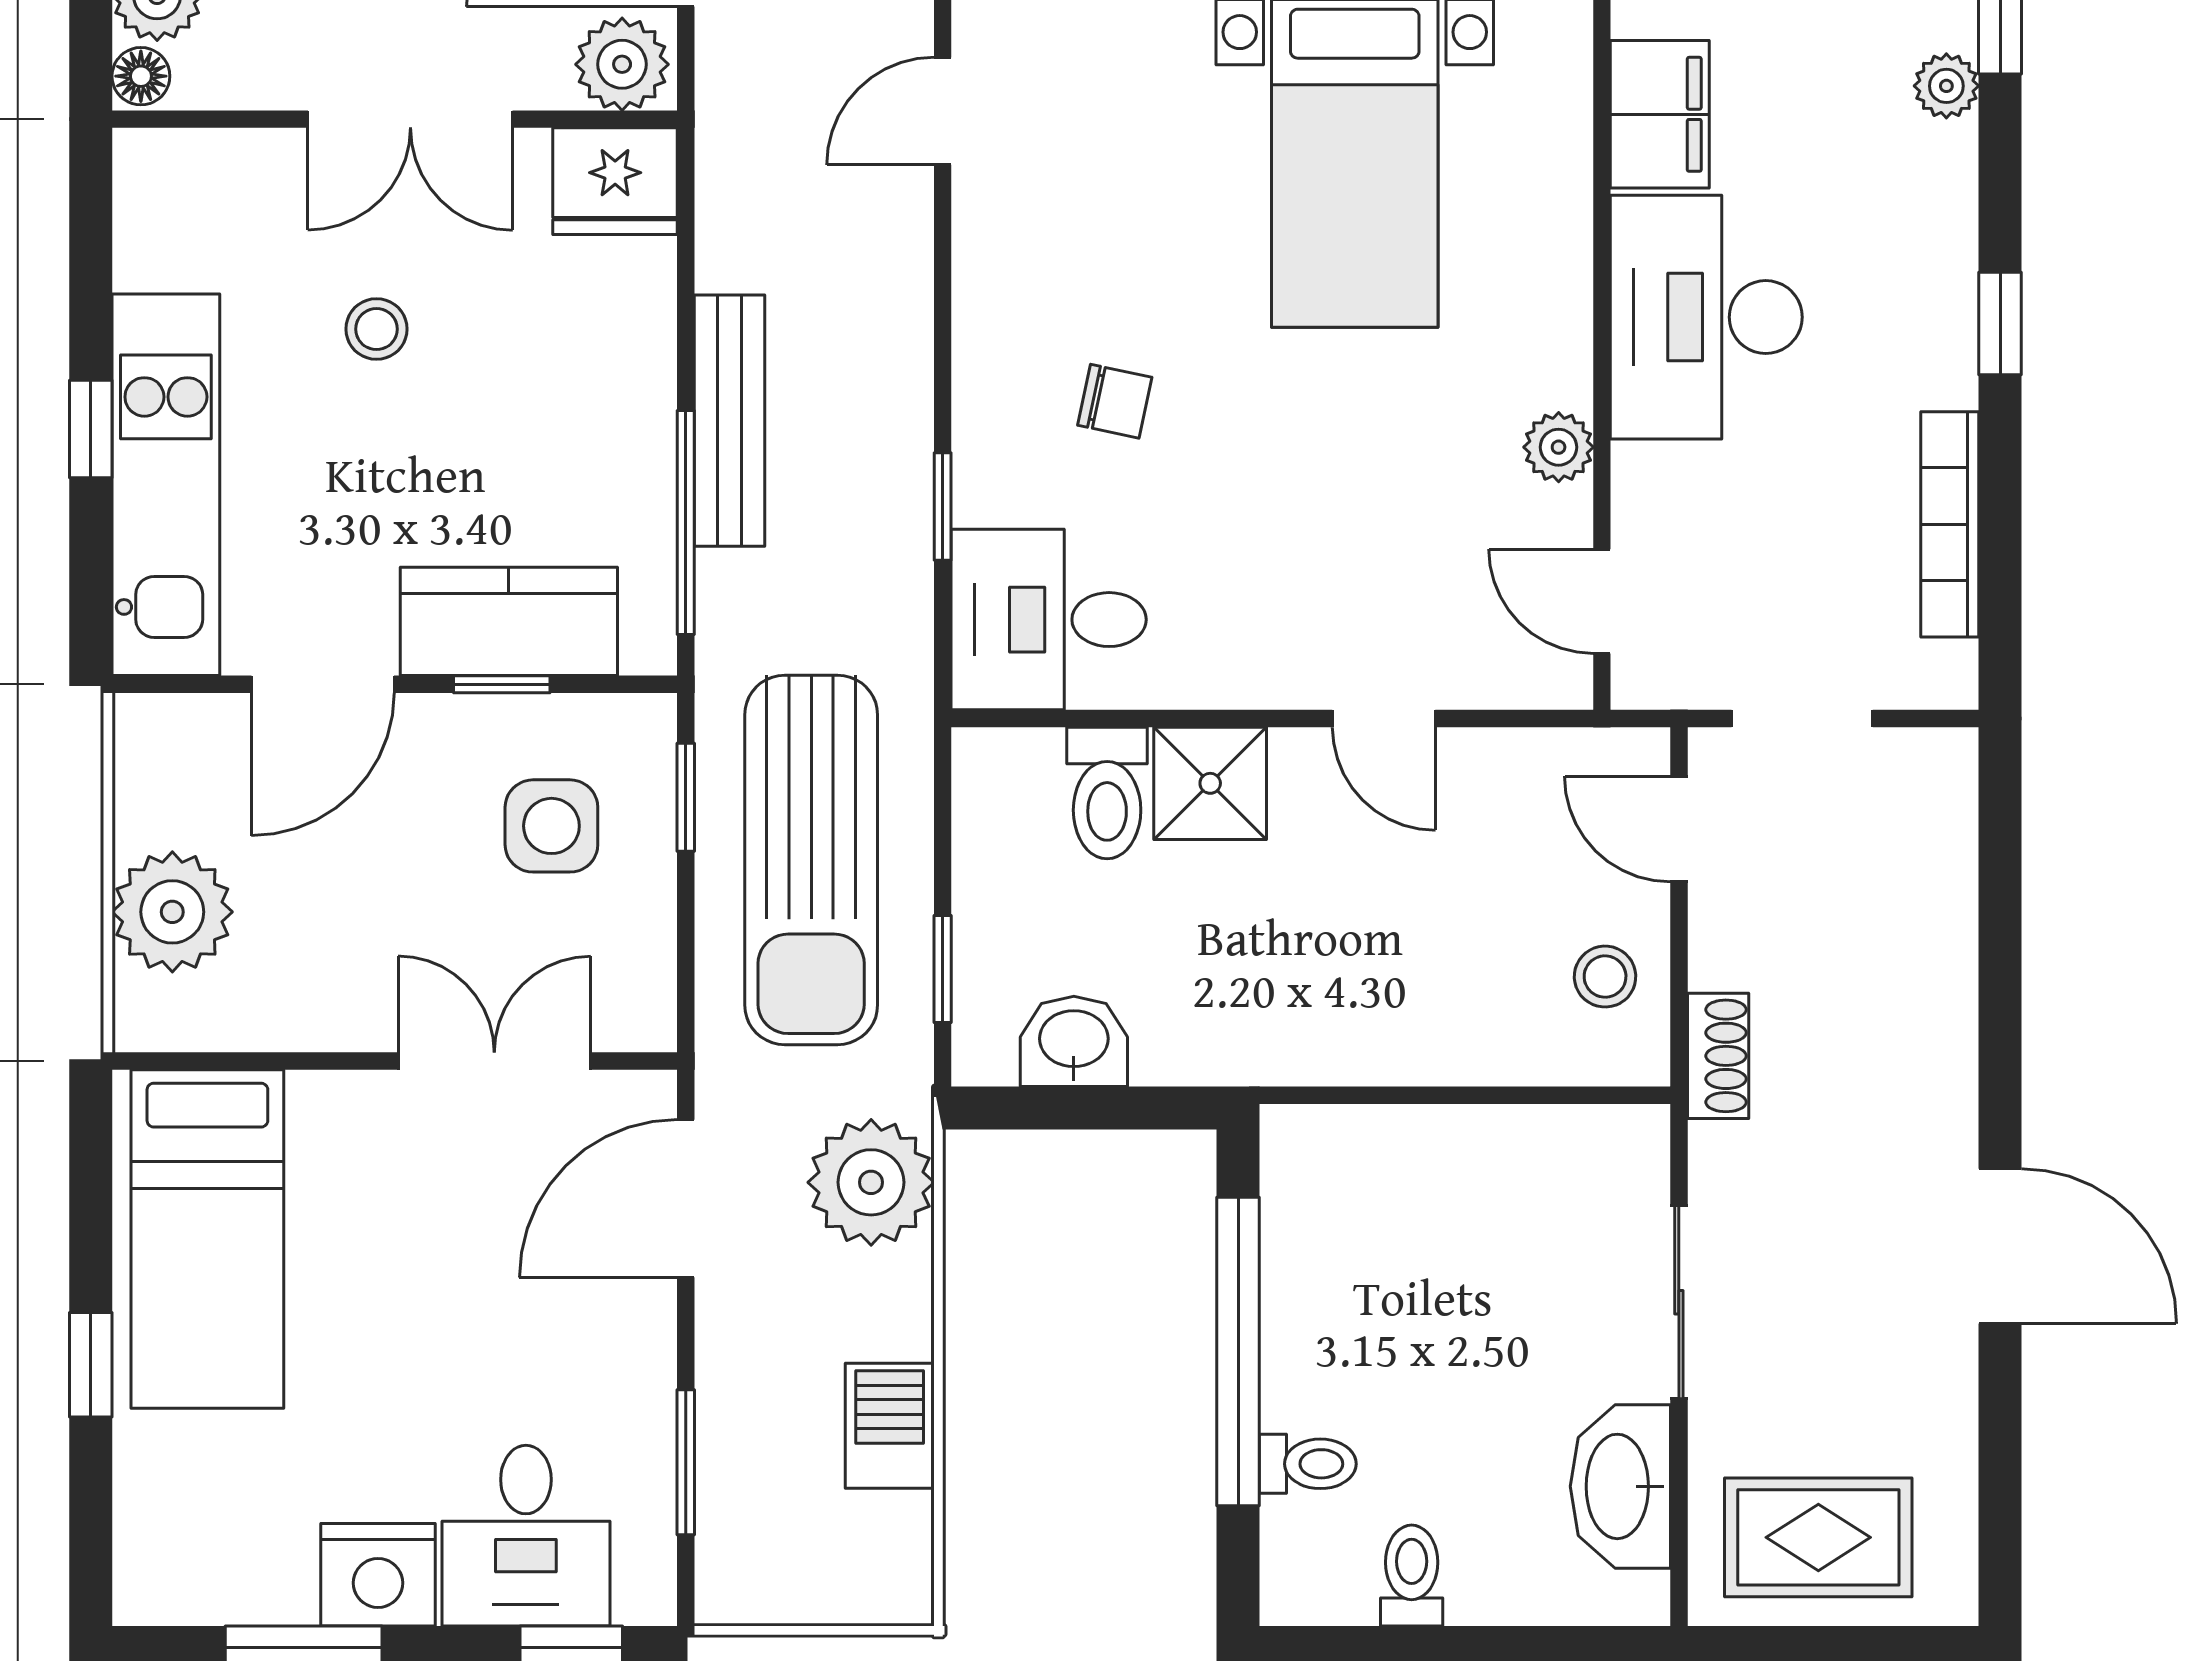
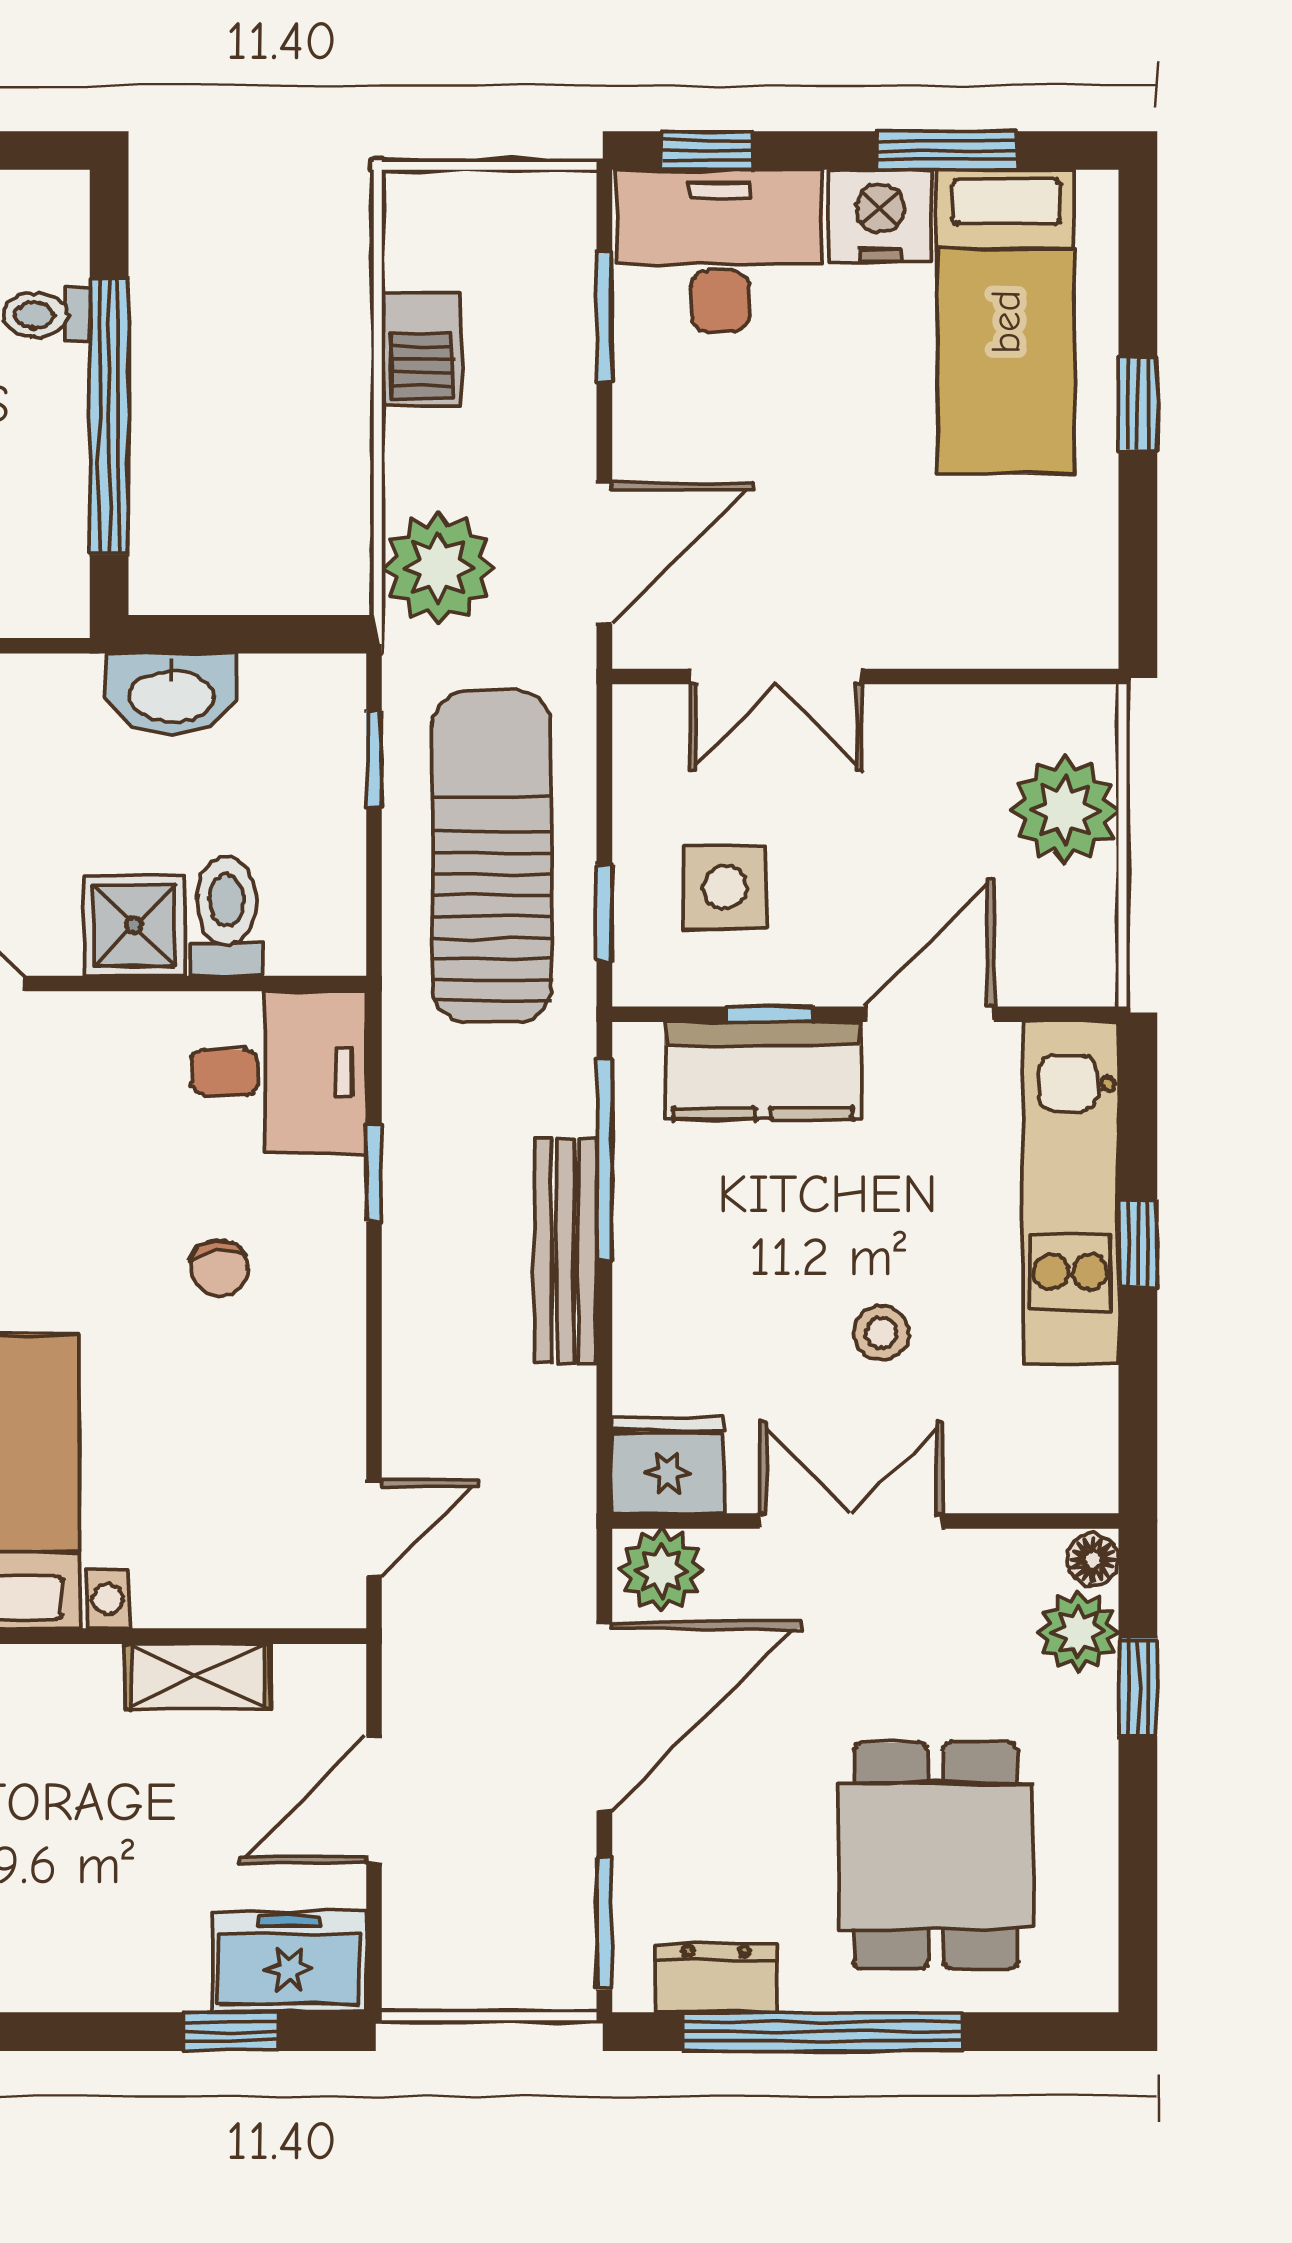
chair: (1115, 401) -> (220, 1268), turned -109
washbasin: (1074, 1041) -> (172, 694), moved, width x1.38
bed: (207, 1239) -> (1006, 322), moved, turned 180
desk: (526, 1536) -> (720, 251), width x1.37

